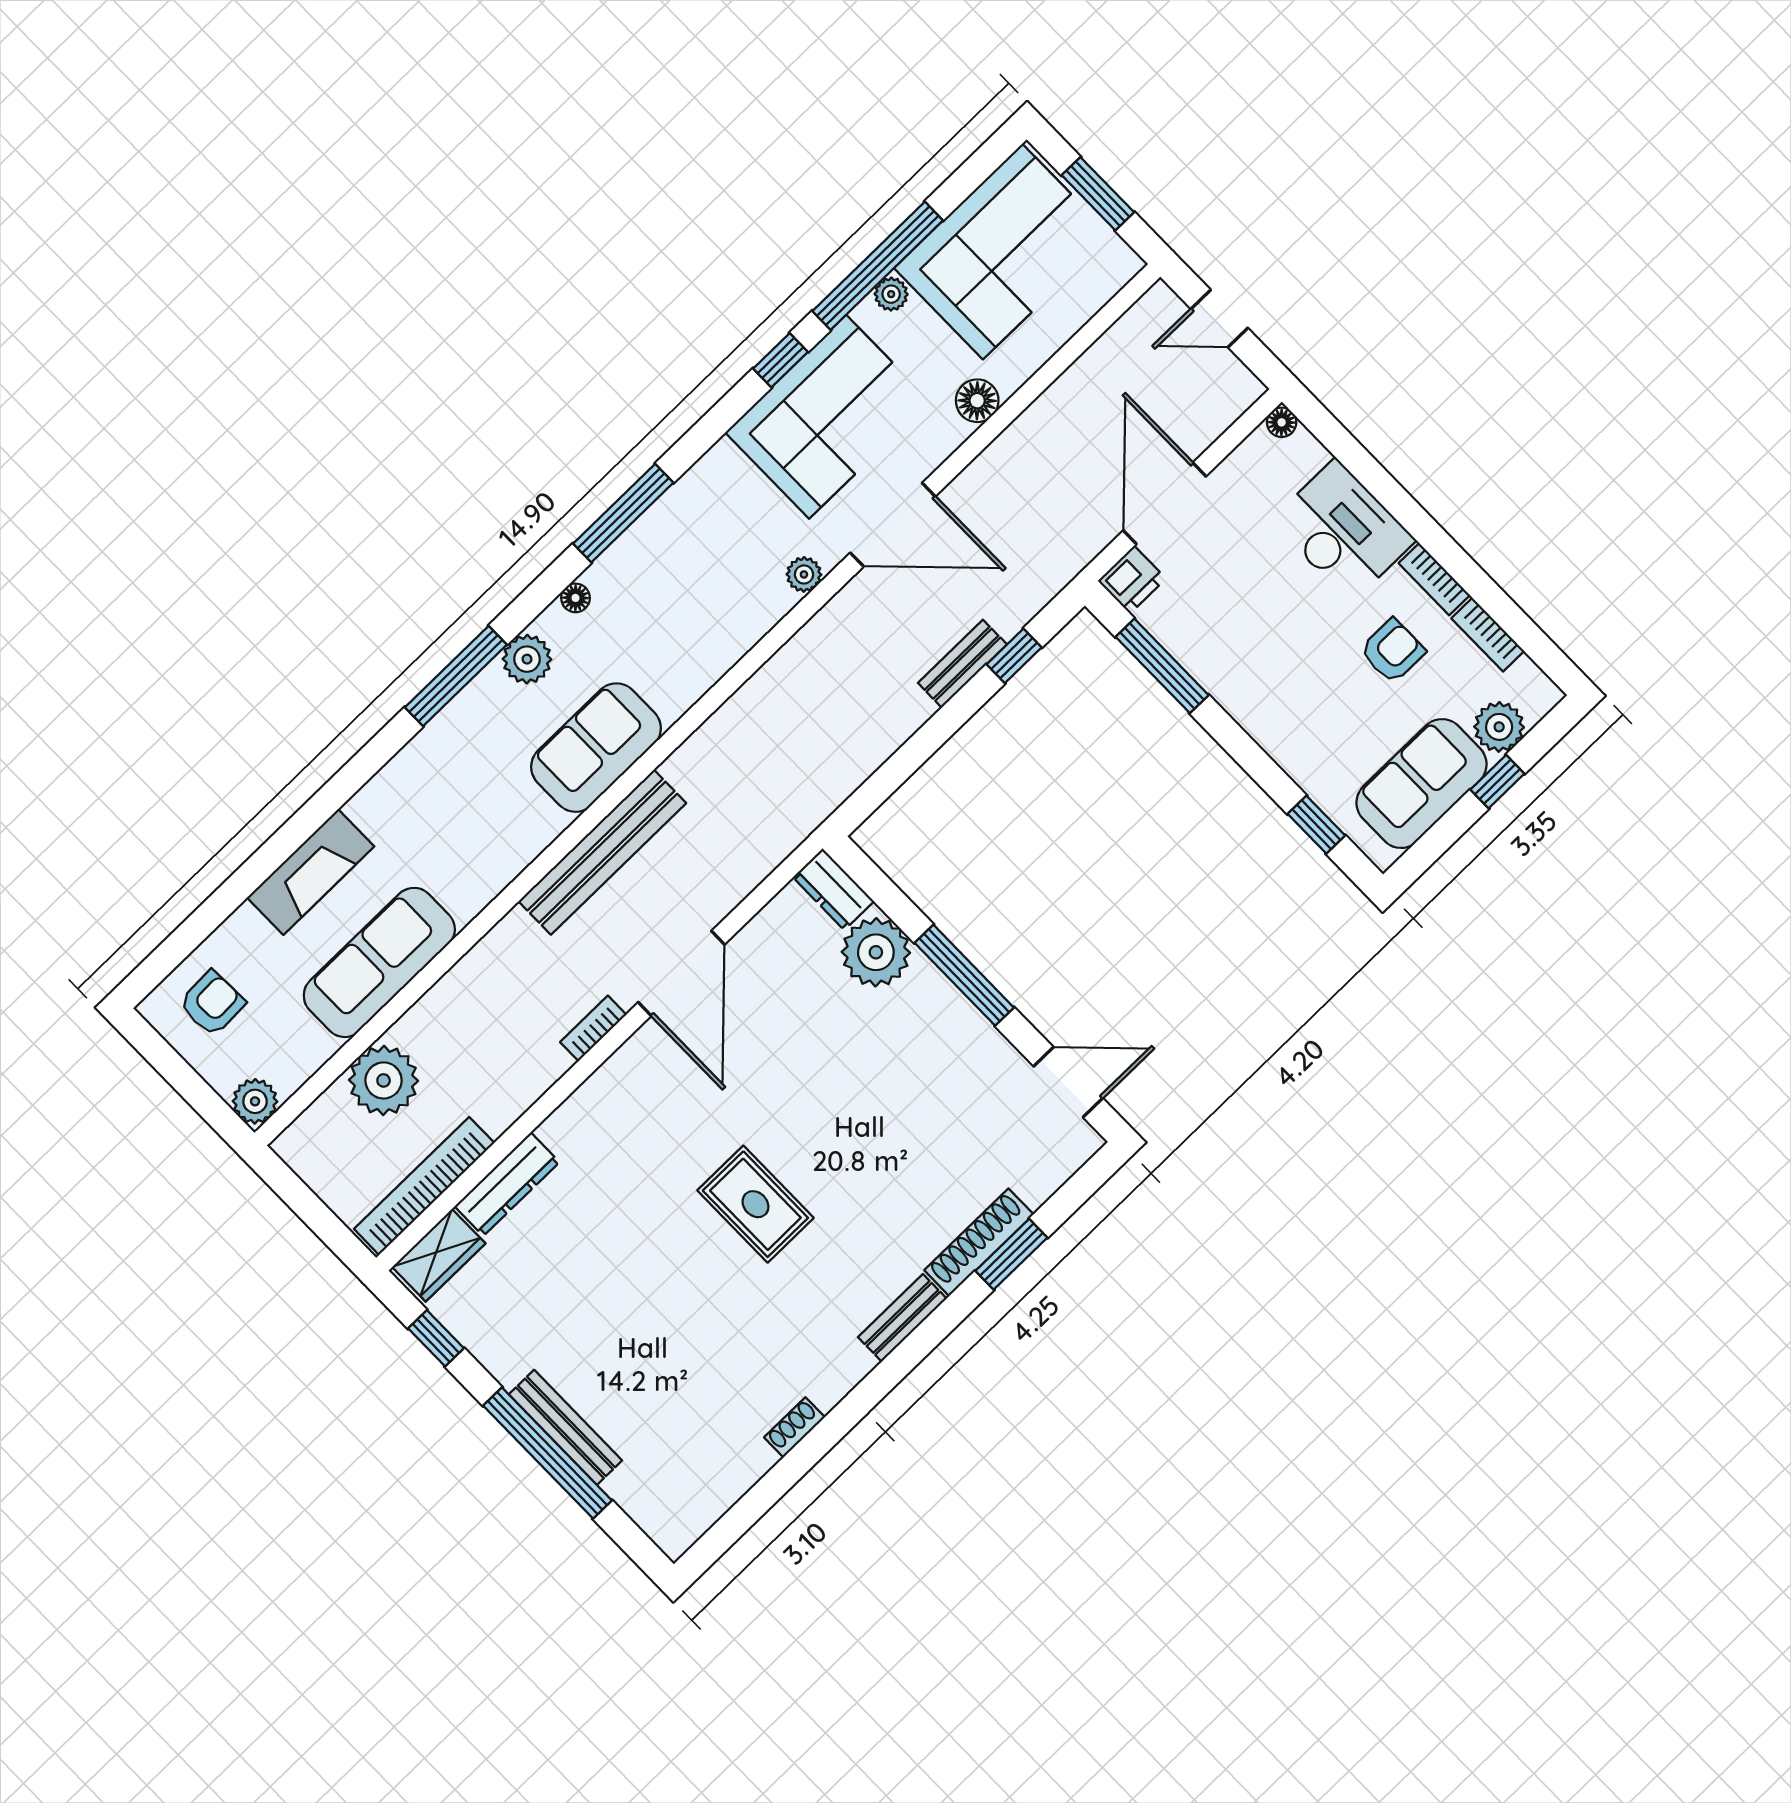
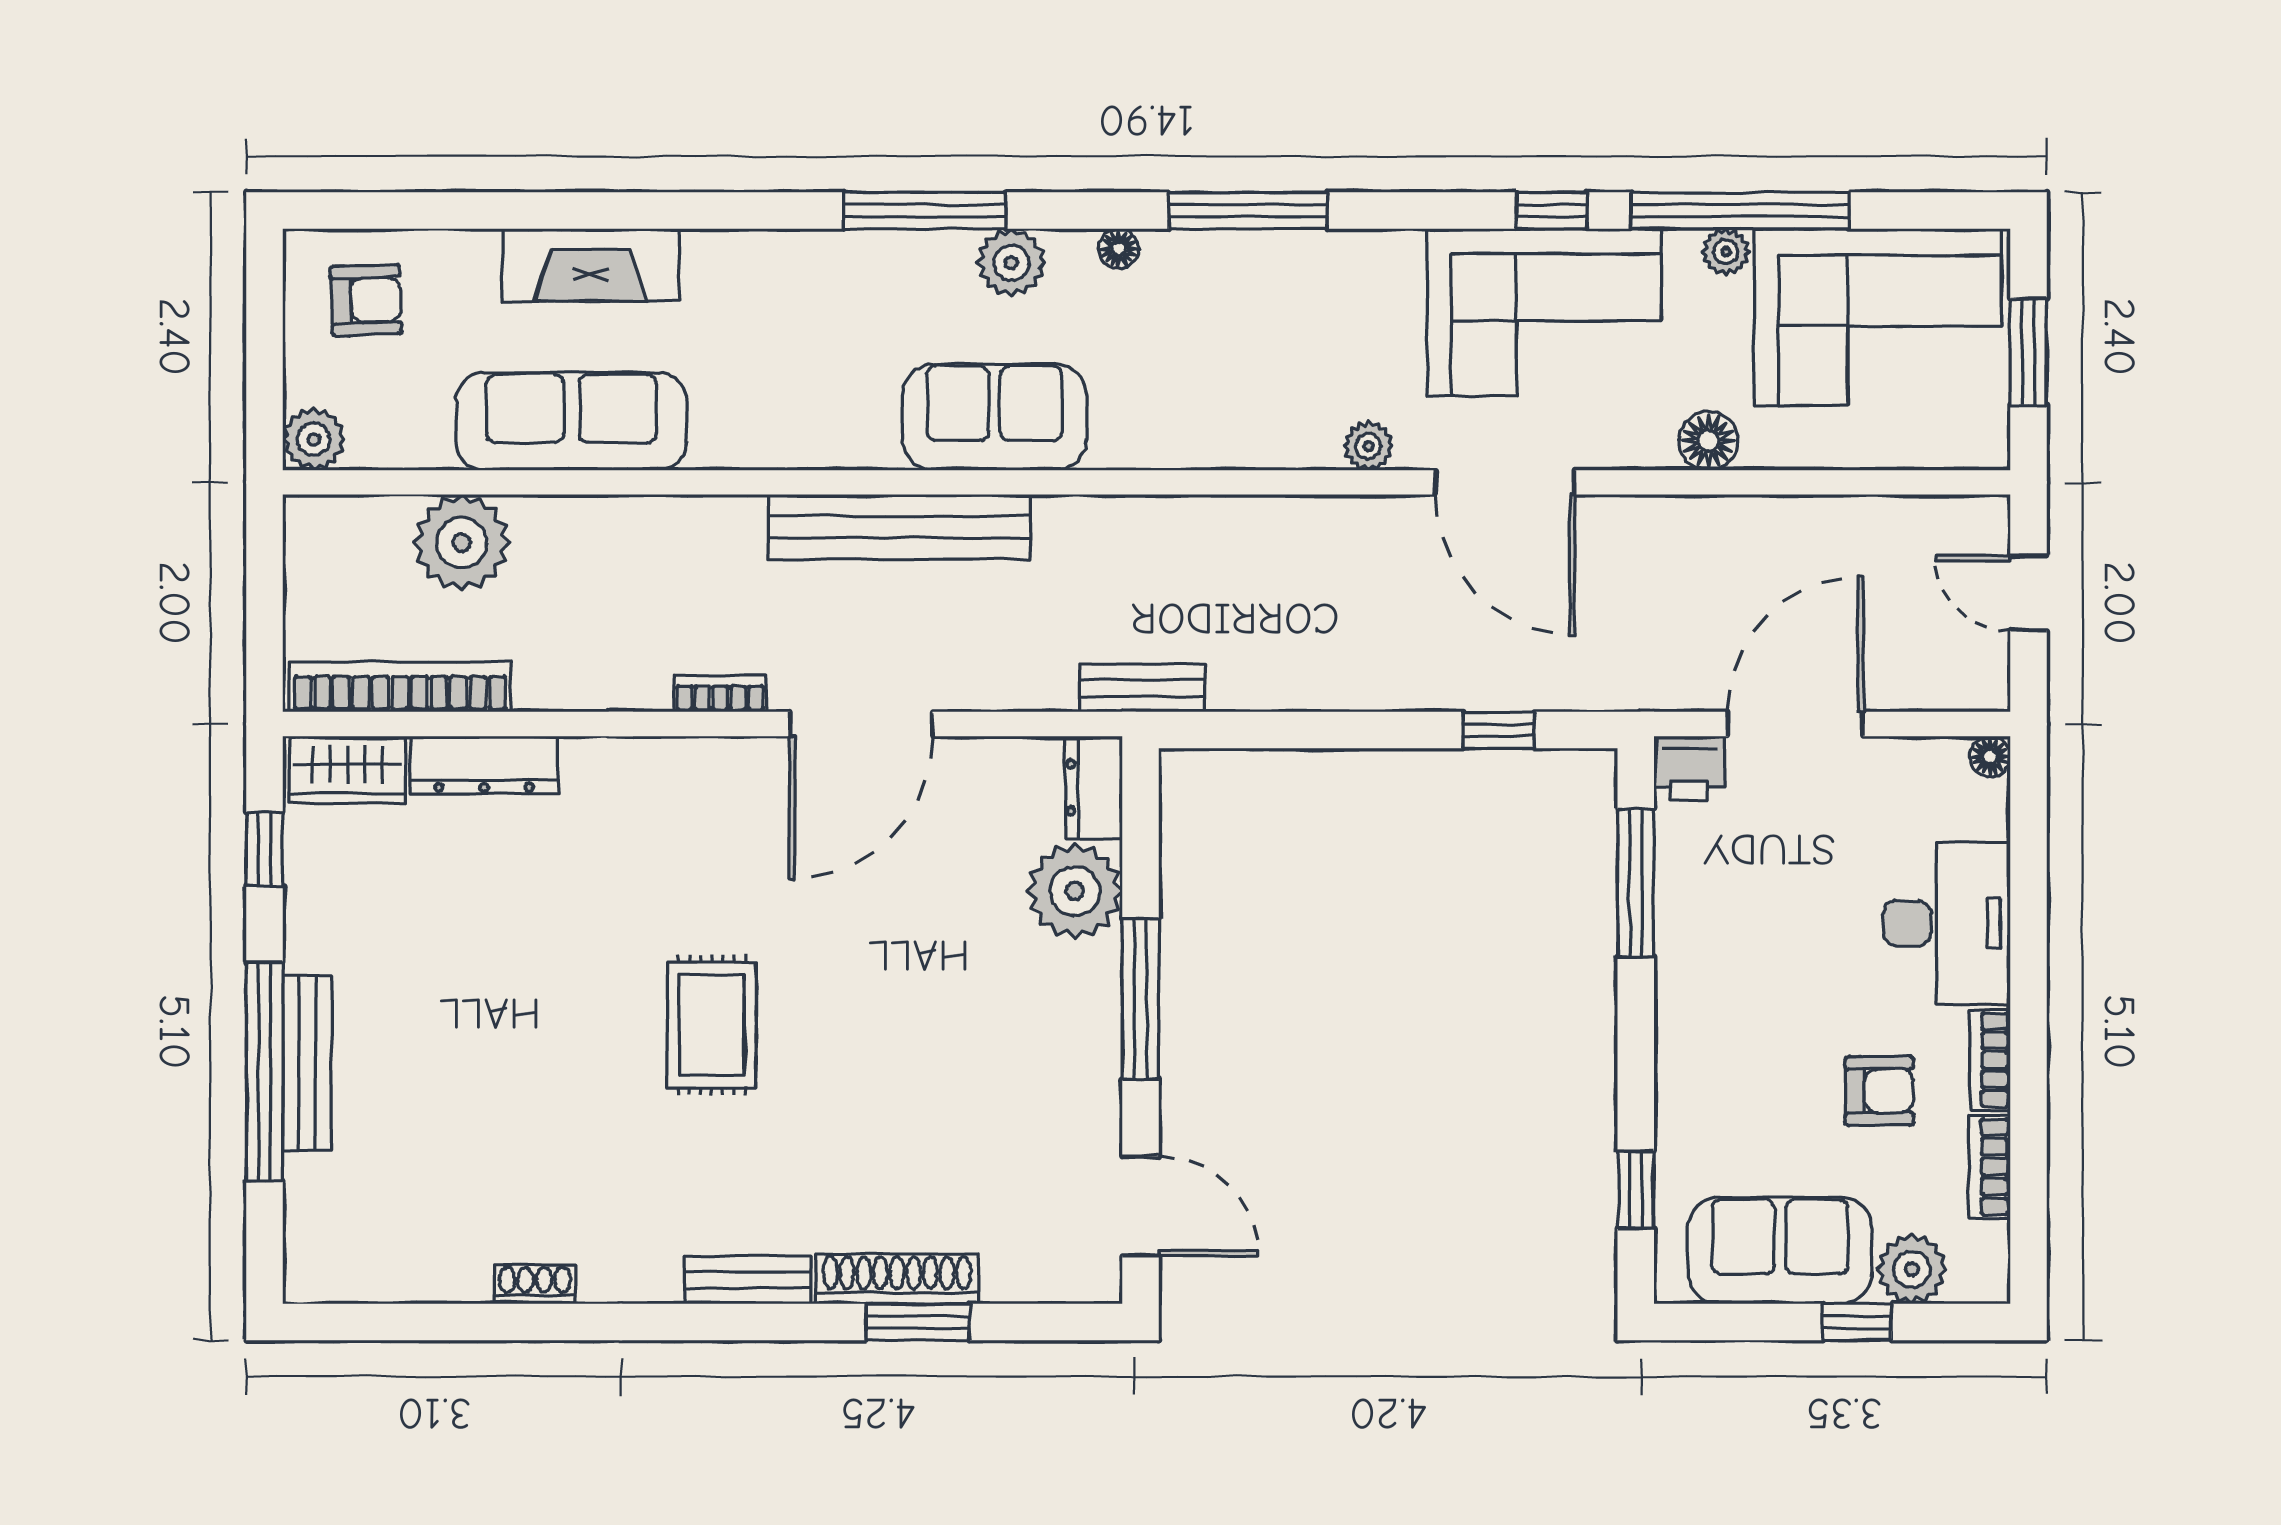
bench: (962, 664) -> (1142, 688), moved

